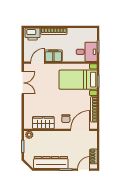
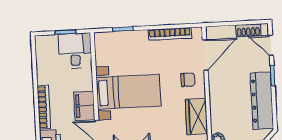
bed with nightstands: (78, 80) -> (128, 92), moved, turned -90
door: (80, 130) -> (205, 55), swing flipped

